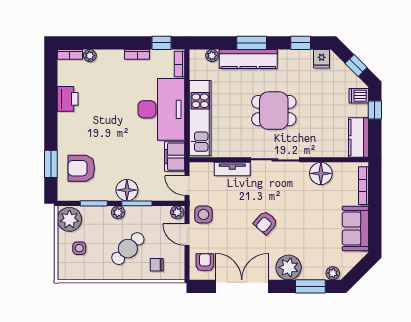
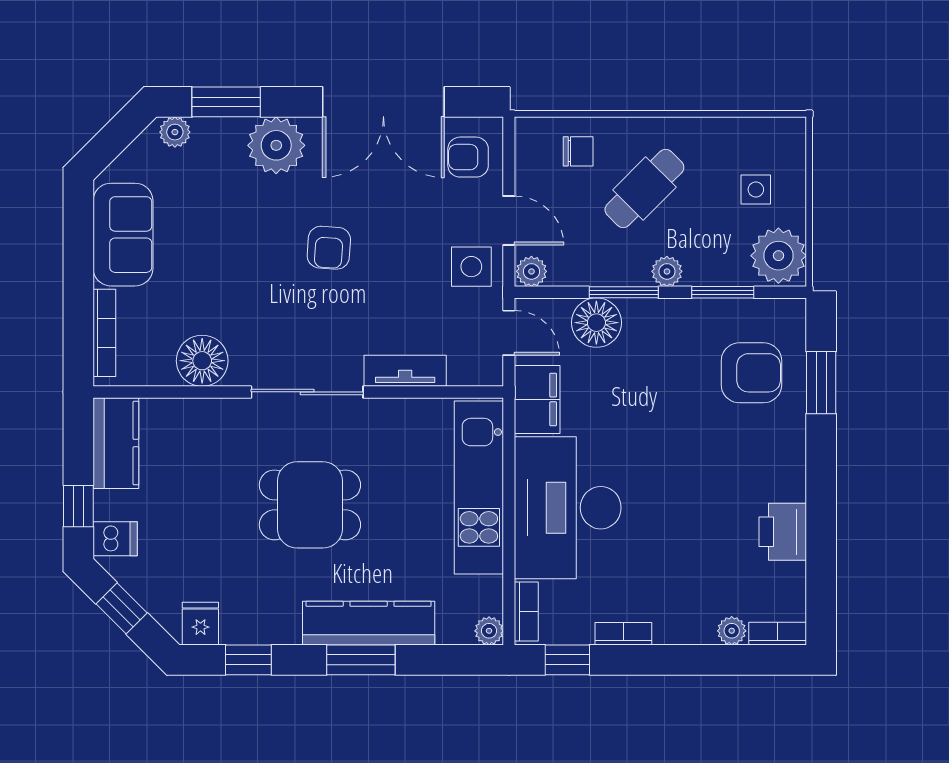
plant: (212, 56) -> (489, 631), moved
floor lamp: (127, 190) -> (596, 323), moved
armchair: (266, 223) -> (329, 248), turned 143
armchair: (205, 262) -> (468, 157), turned 90

